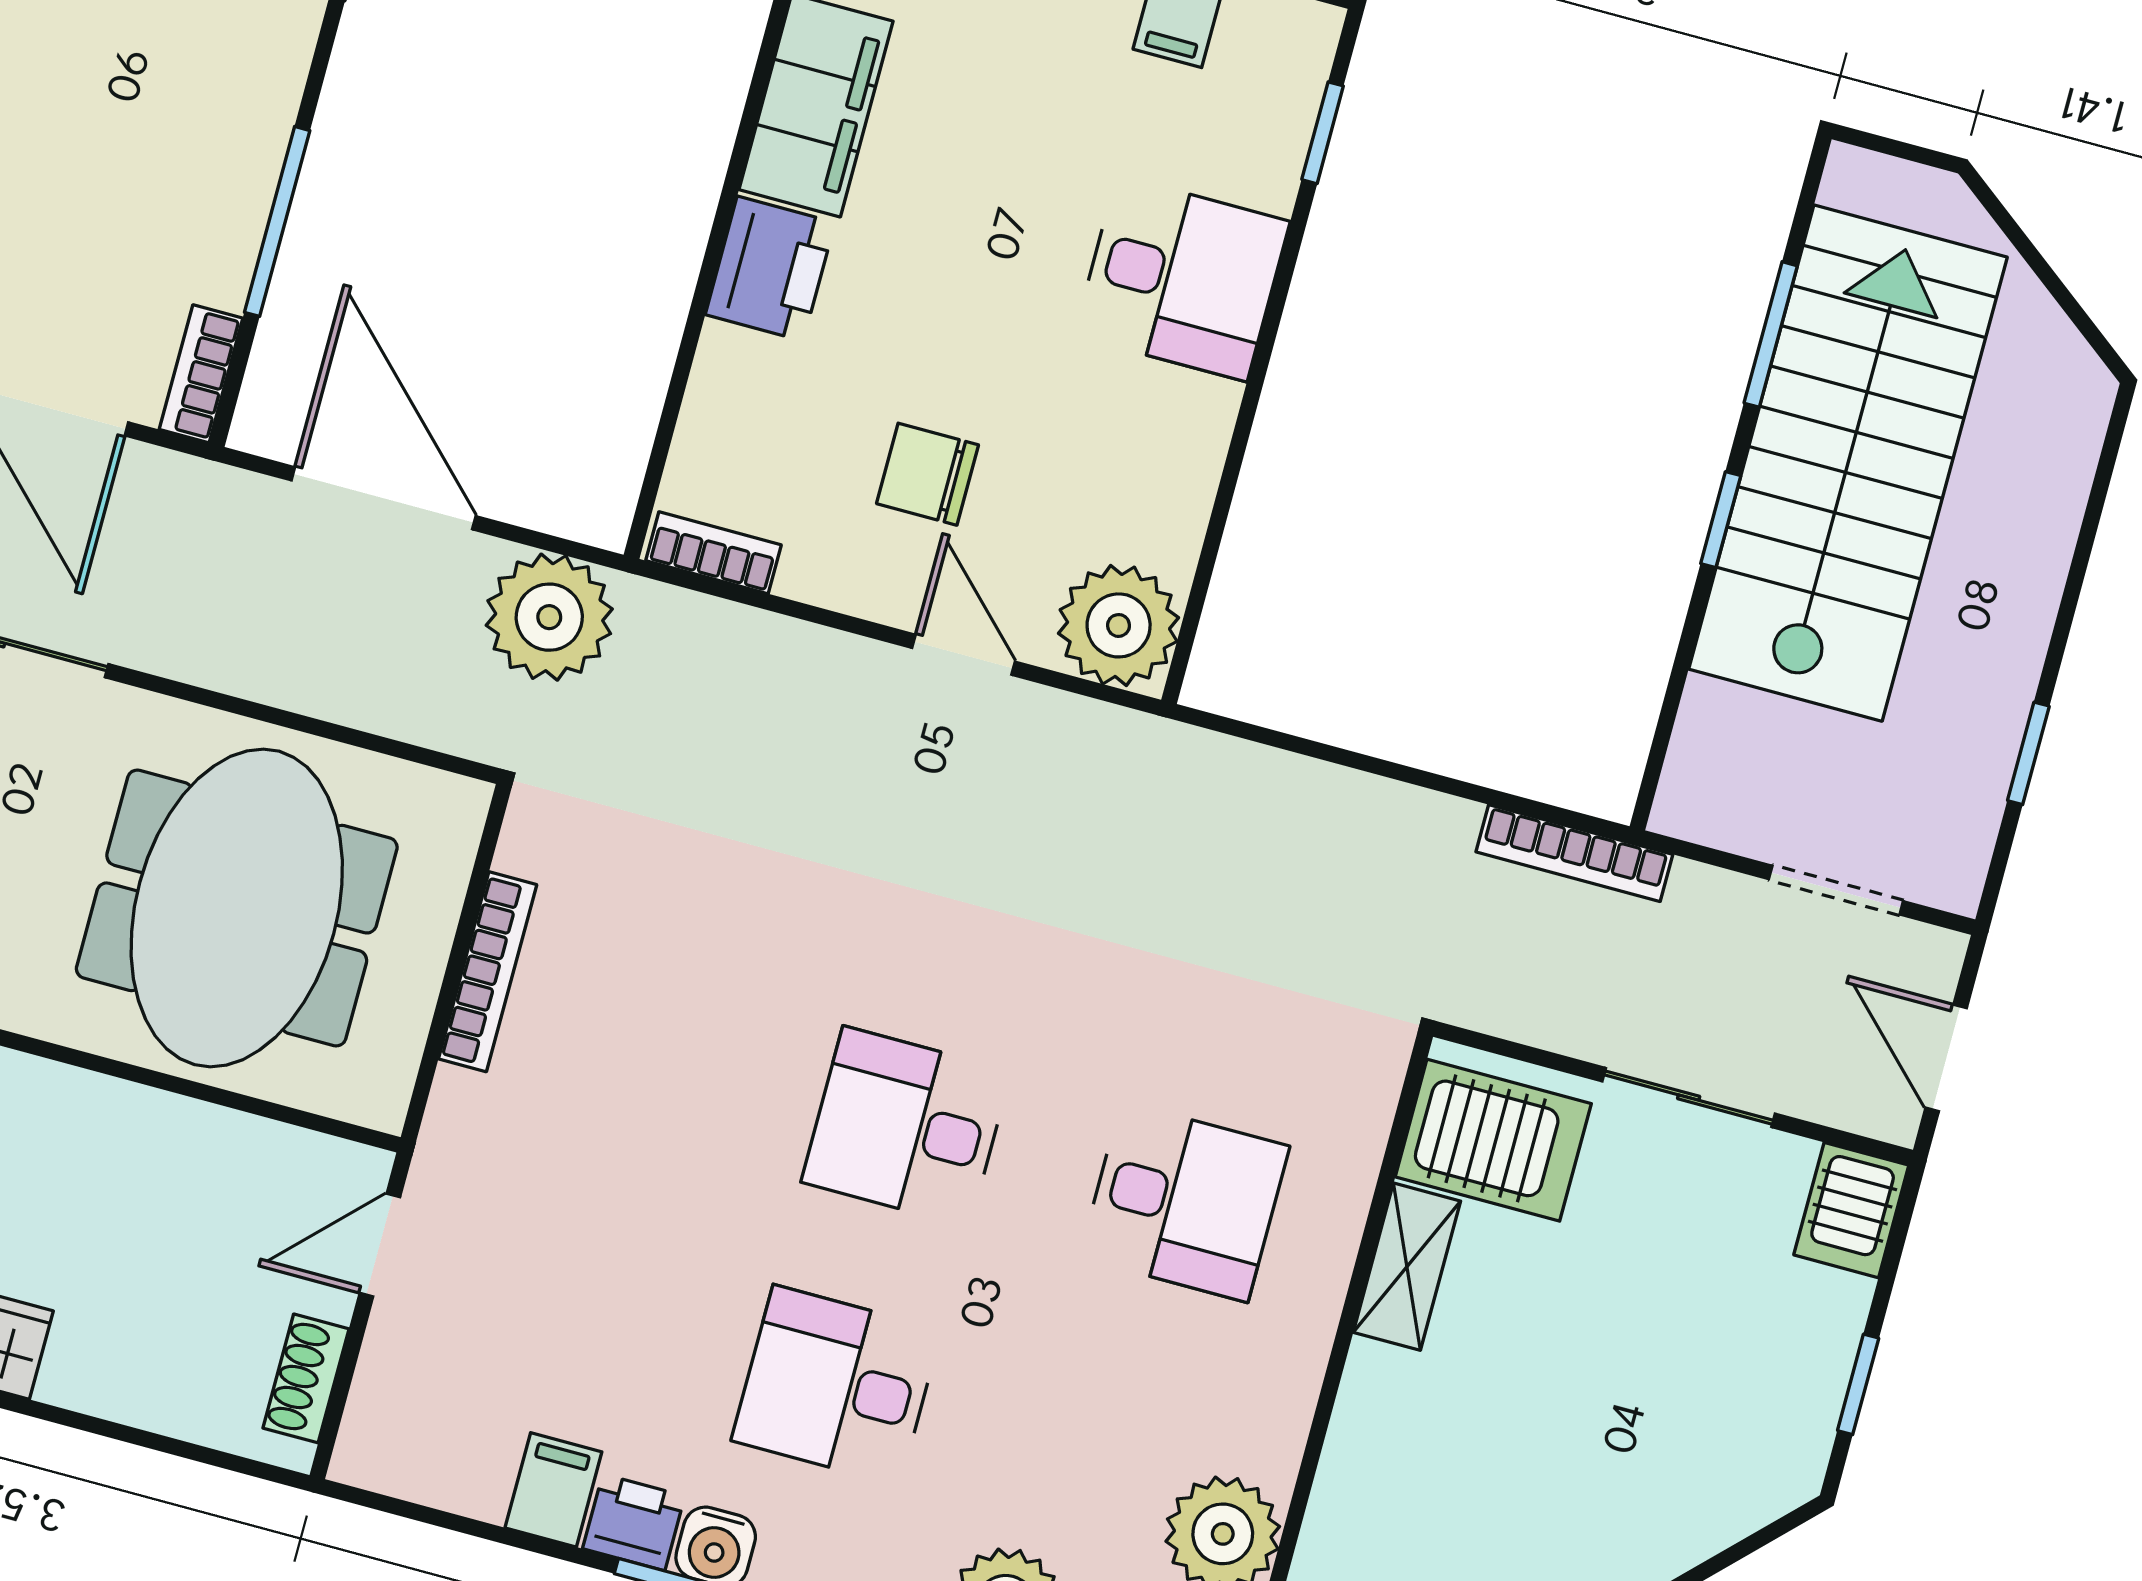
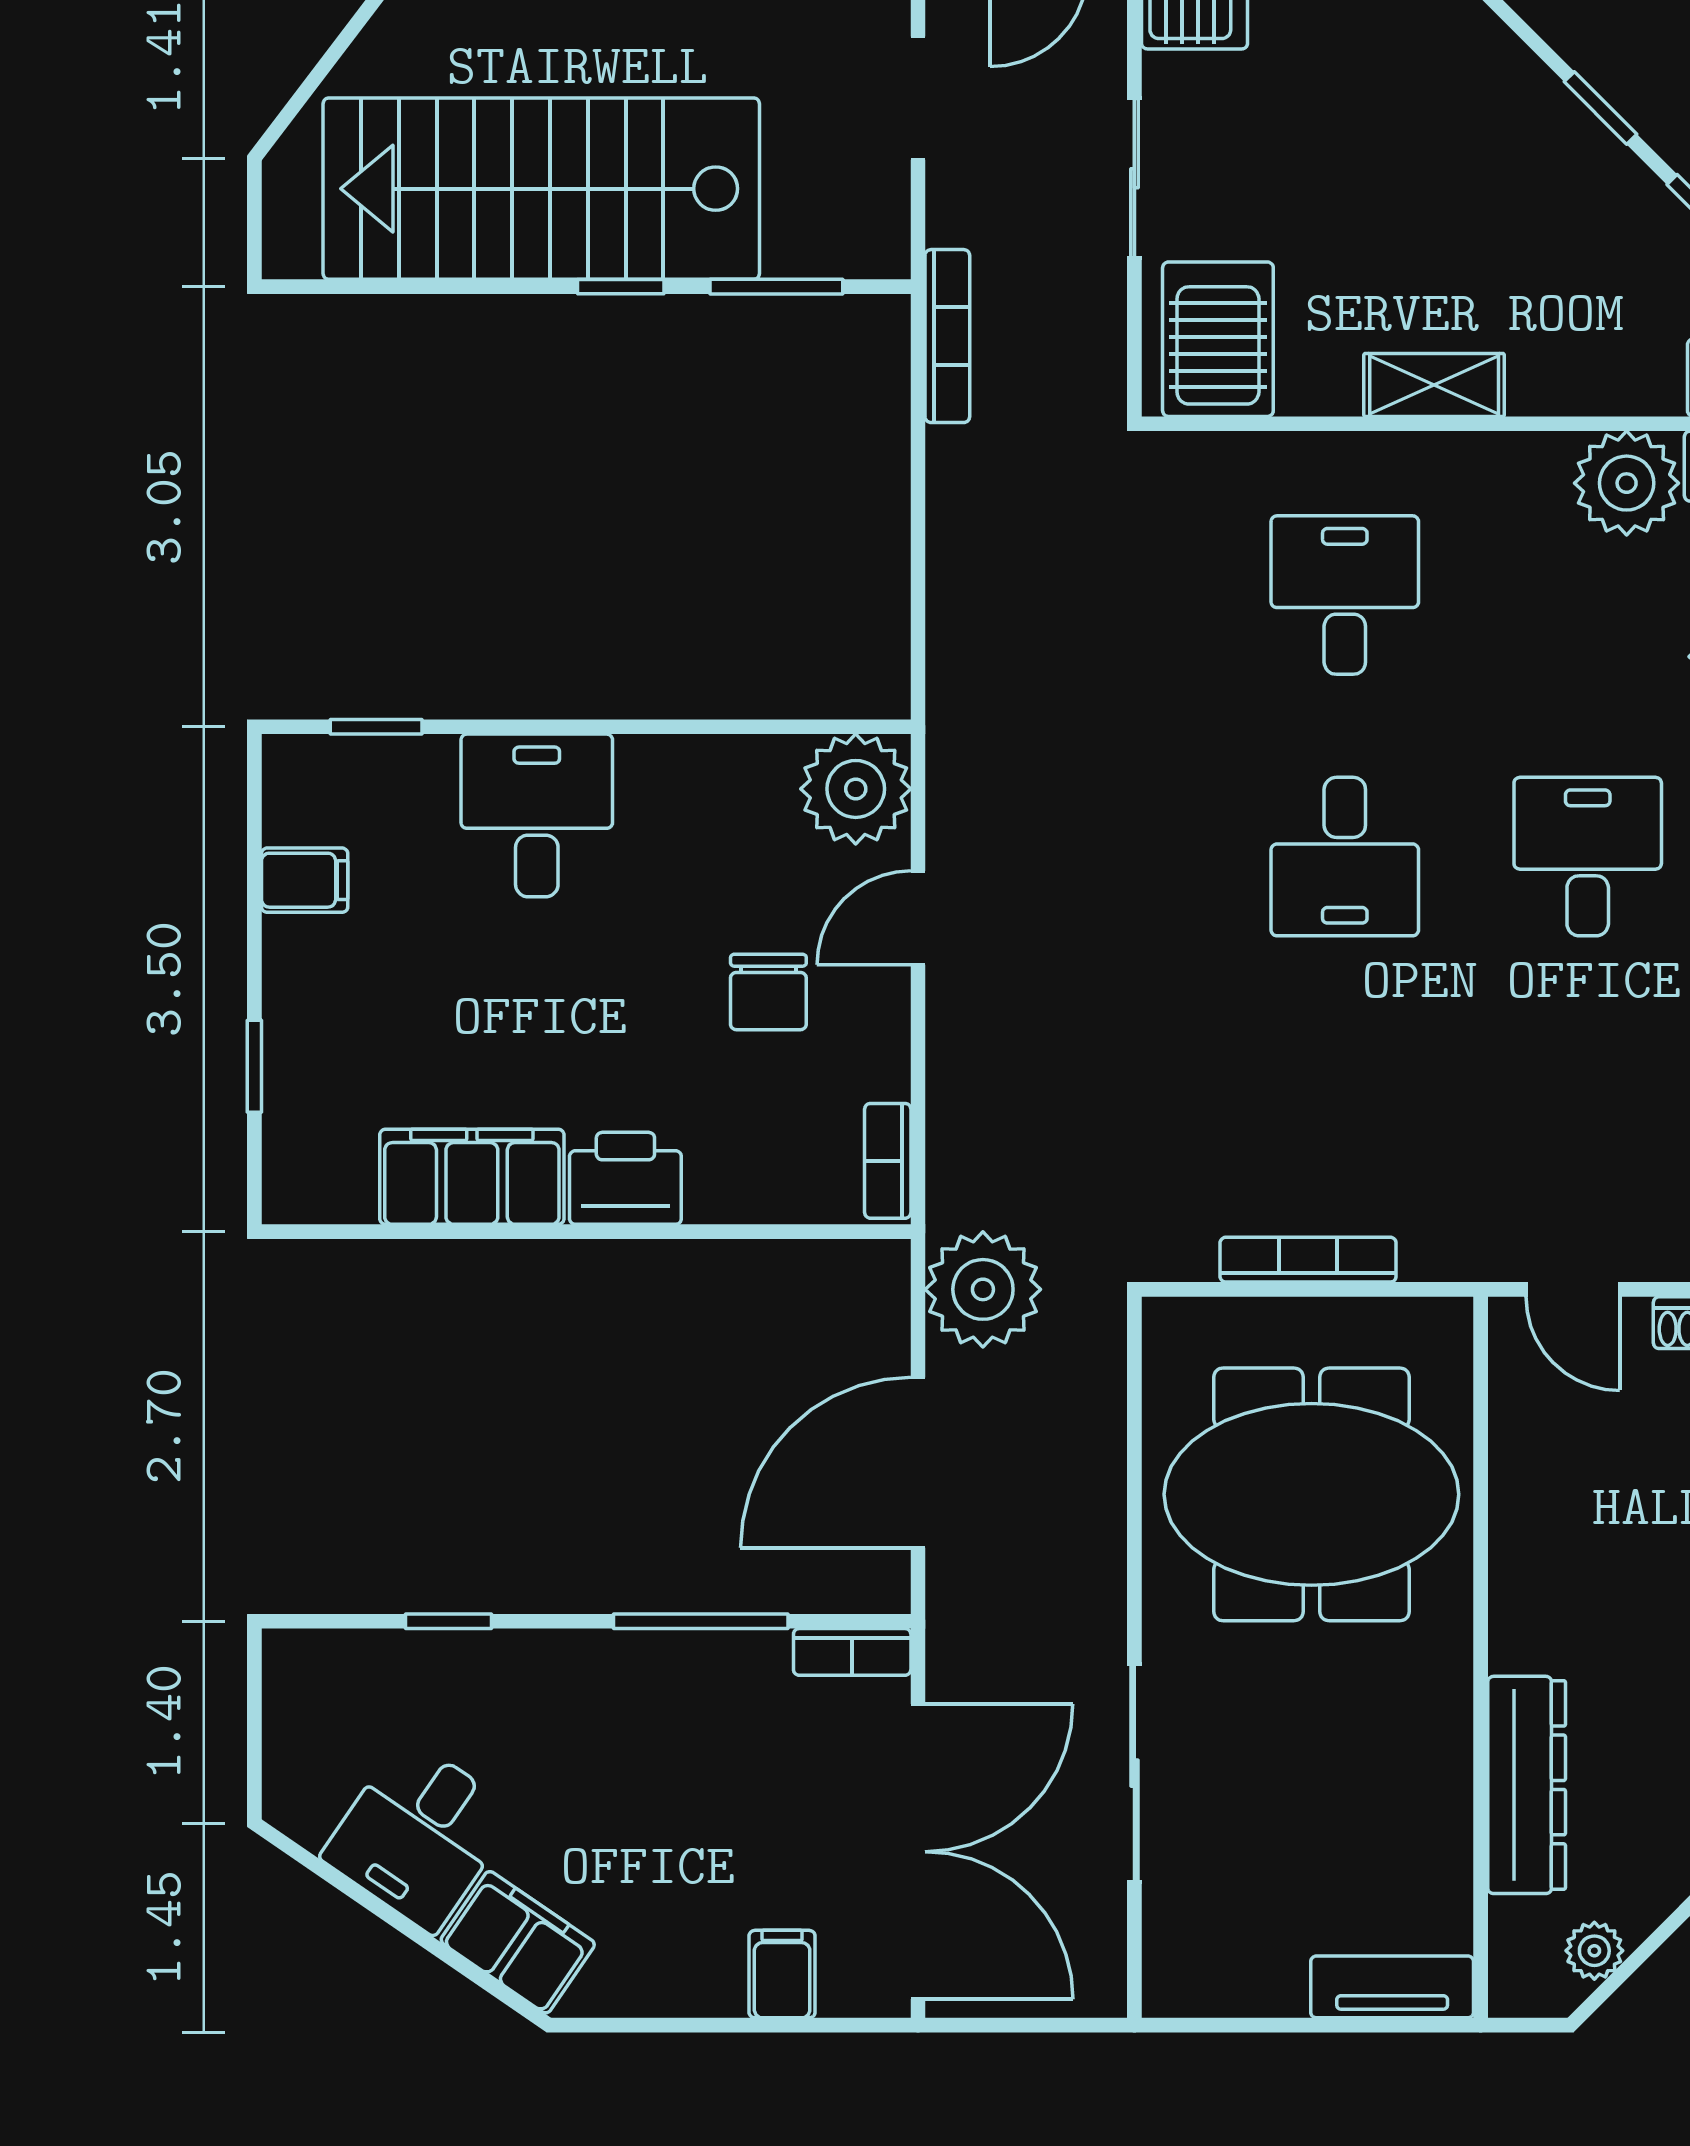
window: (1771, 334) -> (776, 287), moved
shelving: (1407, 1267) -> (1434, 385), moved
desk: (836, 1385) -> (1588, 857), turned 180

